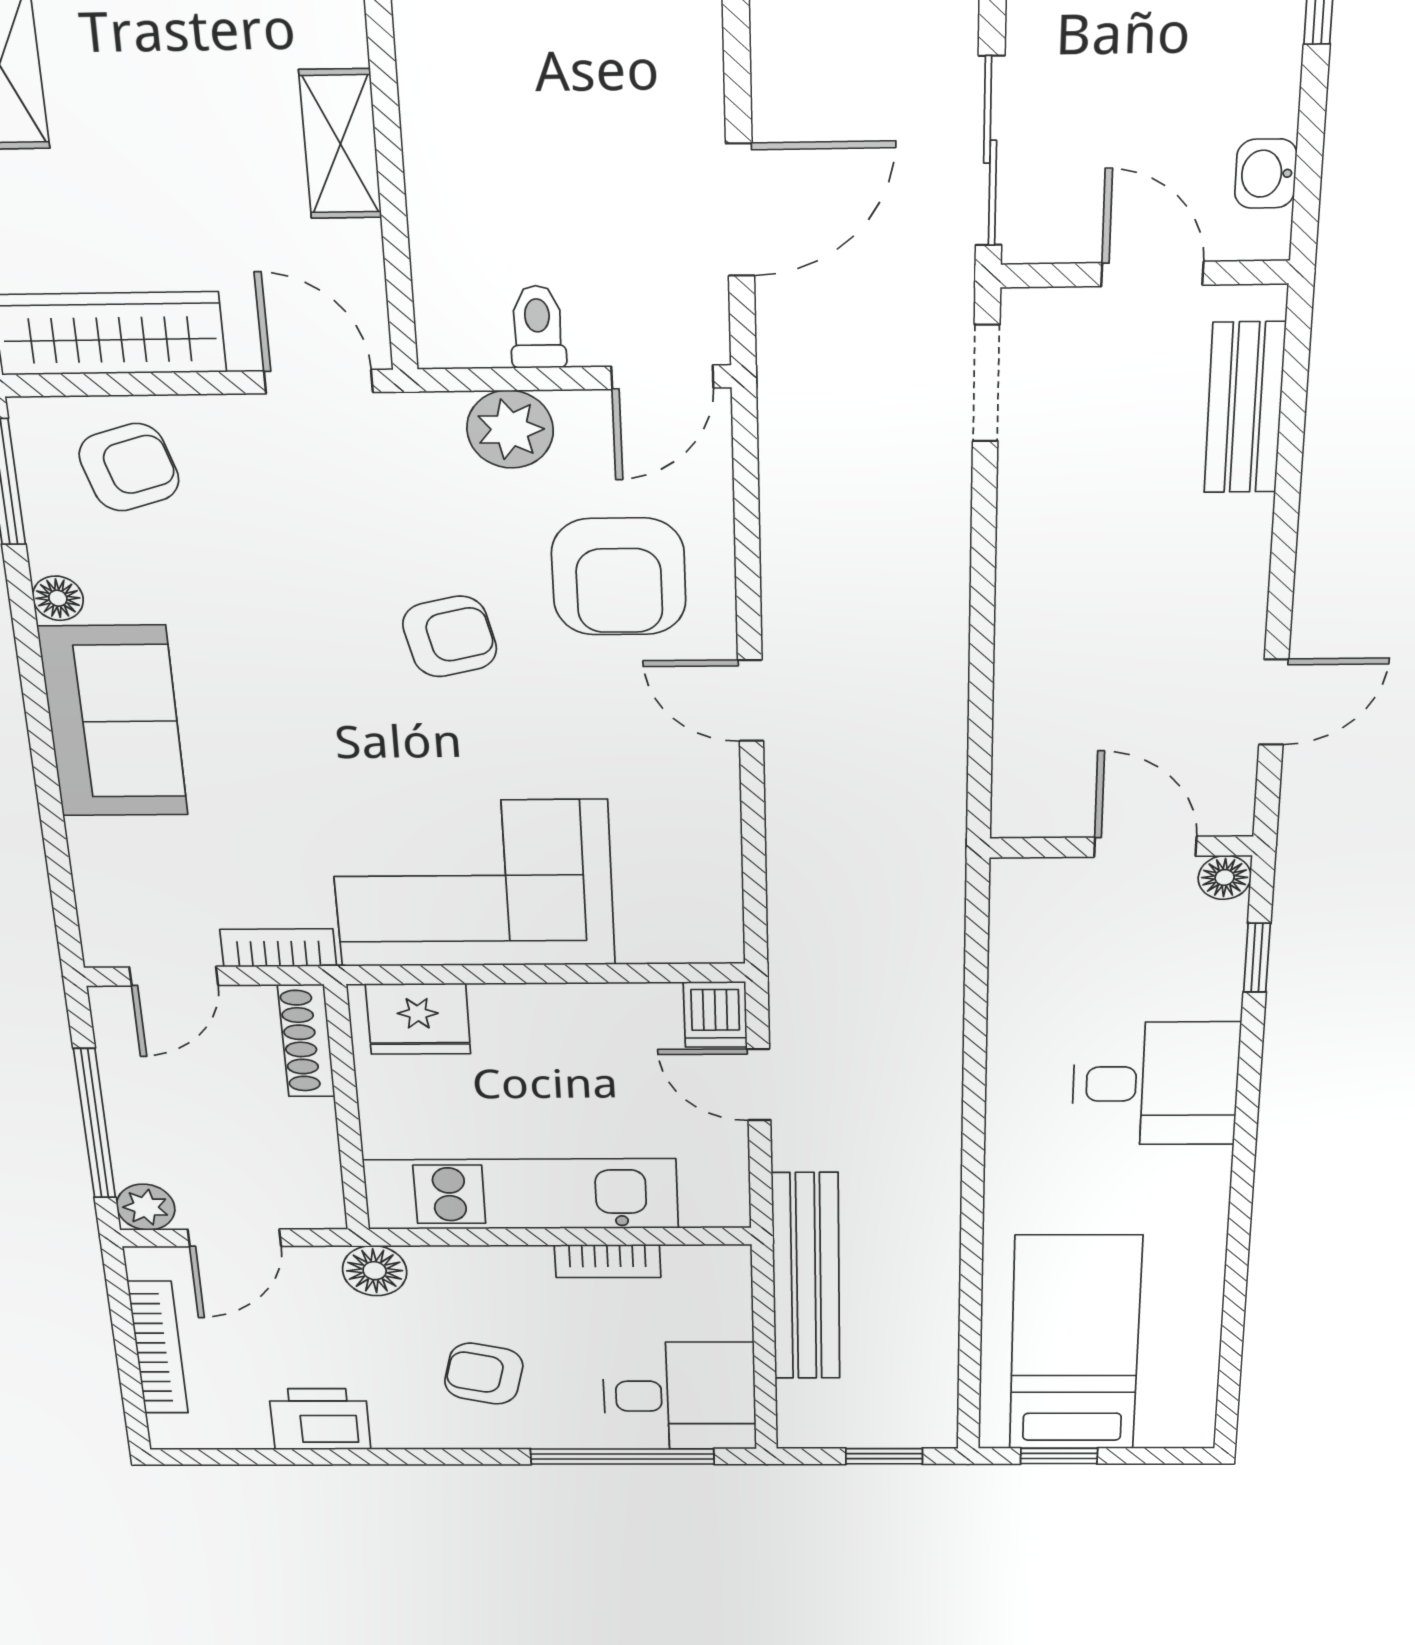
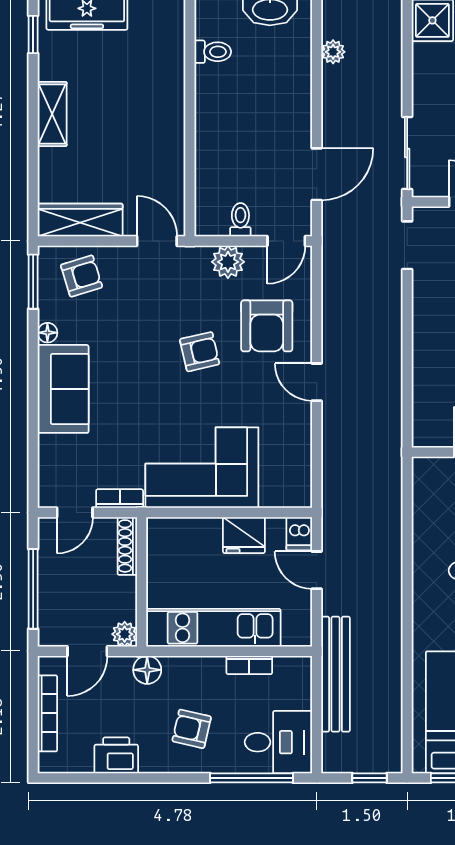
shelving: (340, 144) -> (173, 146), removed
fridge: (418, 1019) -> (244, 535), moved
plant: (146, 1207) -> (125, 634), moved

